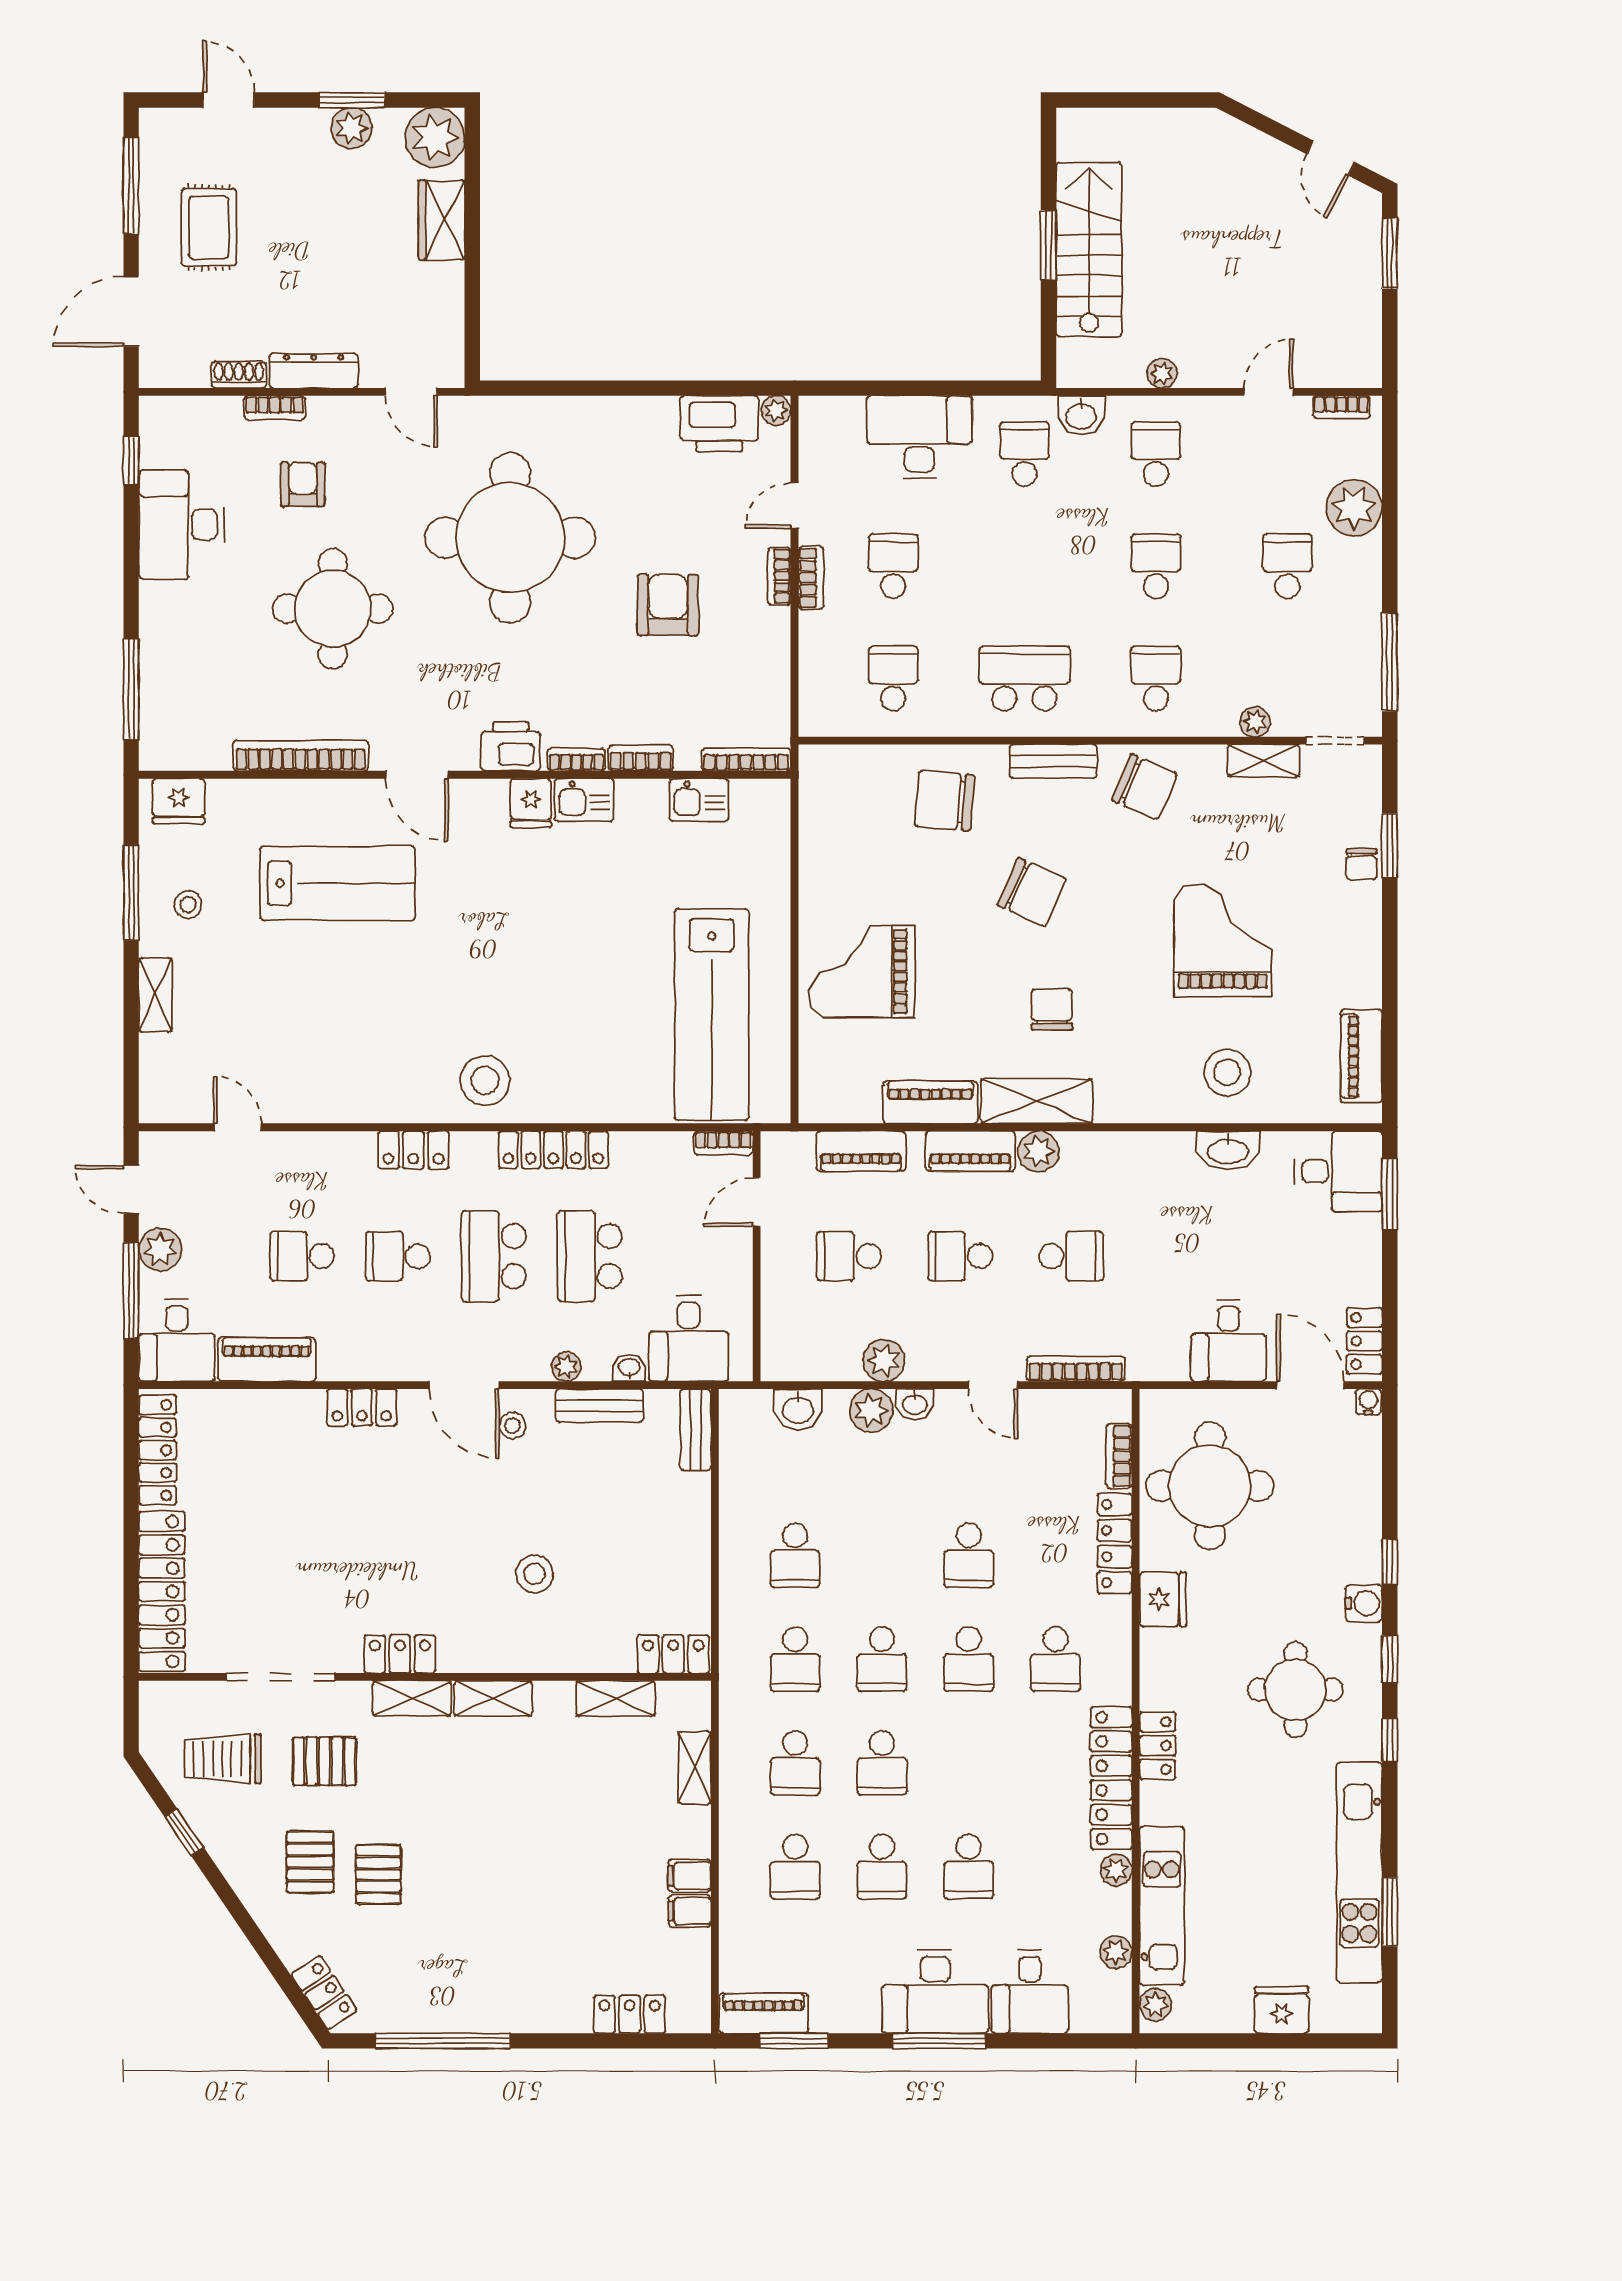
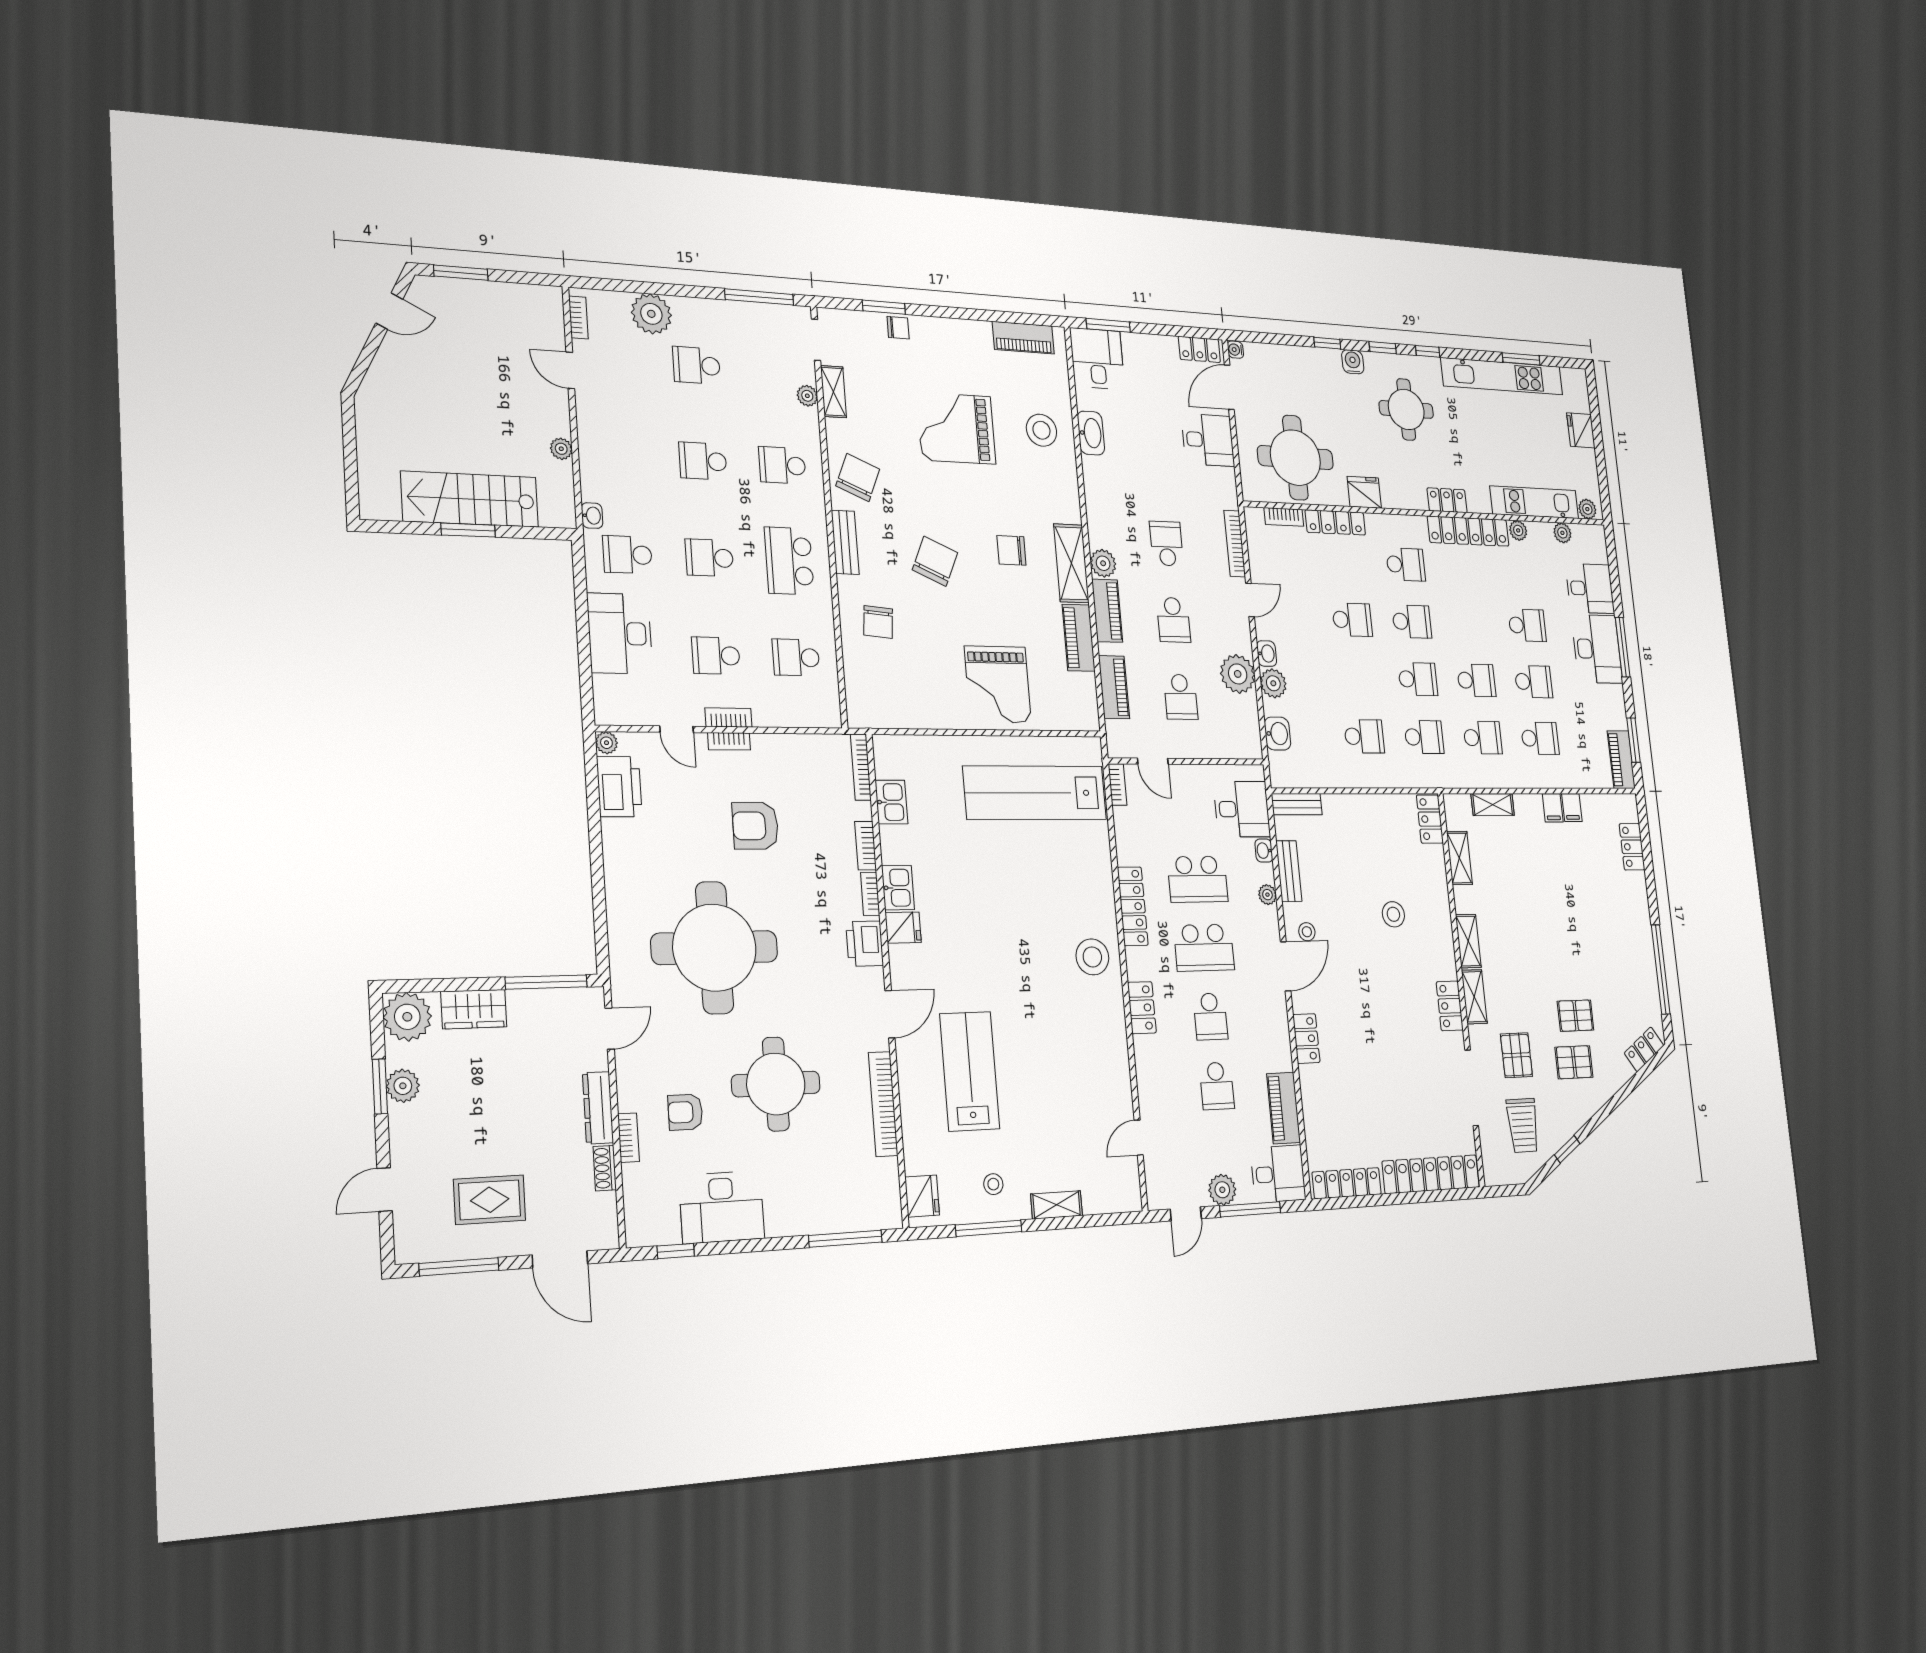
window: (472, 313) -> (546, 982), added
washbasin: (1081, 416) -> (592, 516), width x0.72, depth x0.69
school desk: (1156, 454) -> (709, 558), moved
chair: (945, 801) -> (878, 622), width x0.73, depth x0.73
lab bench: (712, 1014) -> (1035, 793), turned 180
plant: (884, 1360) -> (1238, 674), width x1.36, depth x1.36

